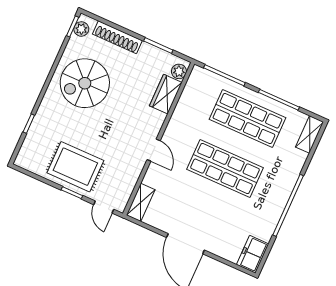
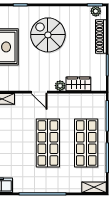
plant: (179, 71) -> (60, 86), moved
spiral stairs: (85, 83) -> (48, 35), moved
door: (154, 150) -> (39, 92), hinge flipped

